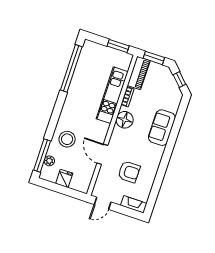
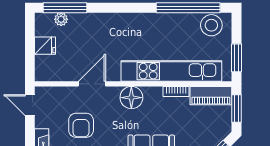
kitchen unit: (112, 95) -> (171, 71), width x1.36
floor lamp: (125, 120) -> (131, 98), moved
stool: (67, 139) -> (211, 25), moved

